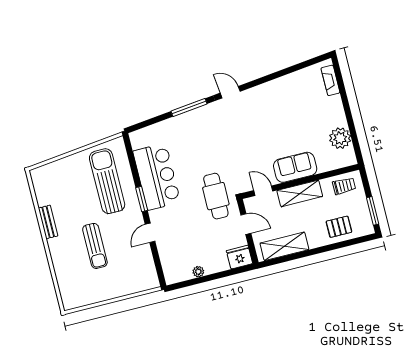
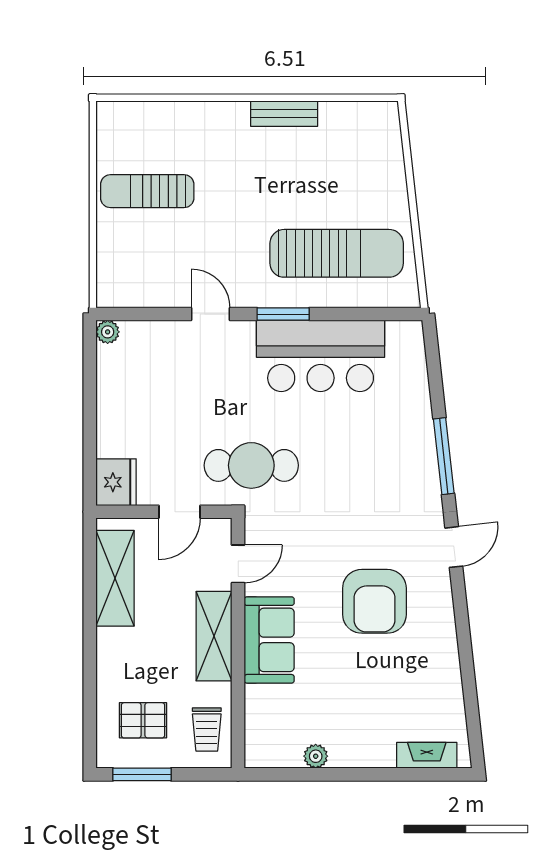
armchair: (265, 123) -> (374, 601), added
plant: (340, 138) -> (316, 756), width x0.53, depth x0.53
pallet: (339, 227) -> (143, 720), moved, turned 90
sun lounger: (95, 246) -> (147, 191), moved
plant: (198, 272) -> (108, 332), moved

